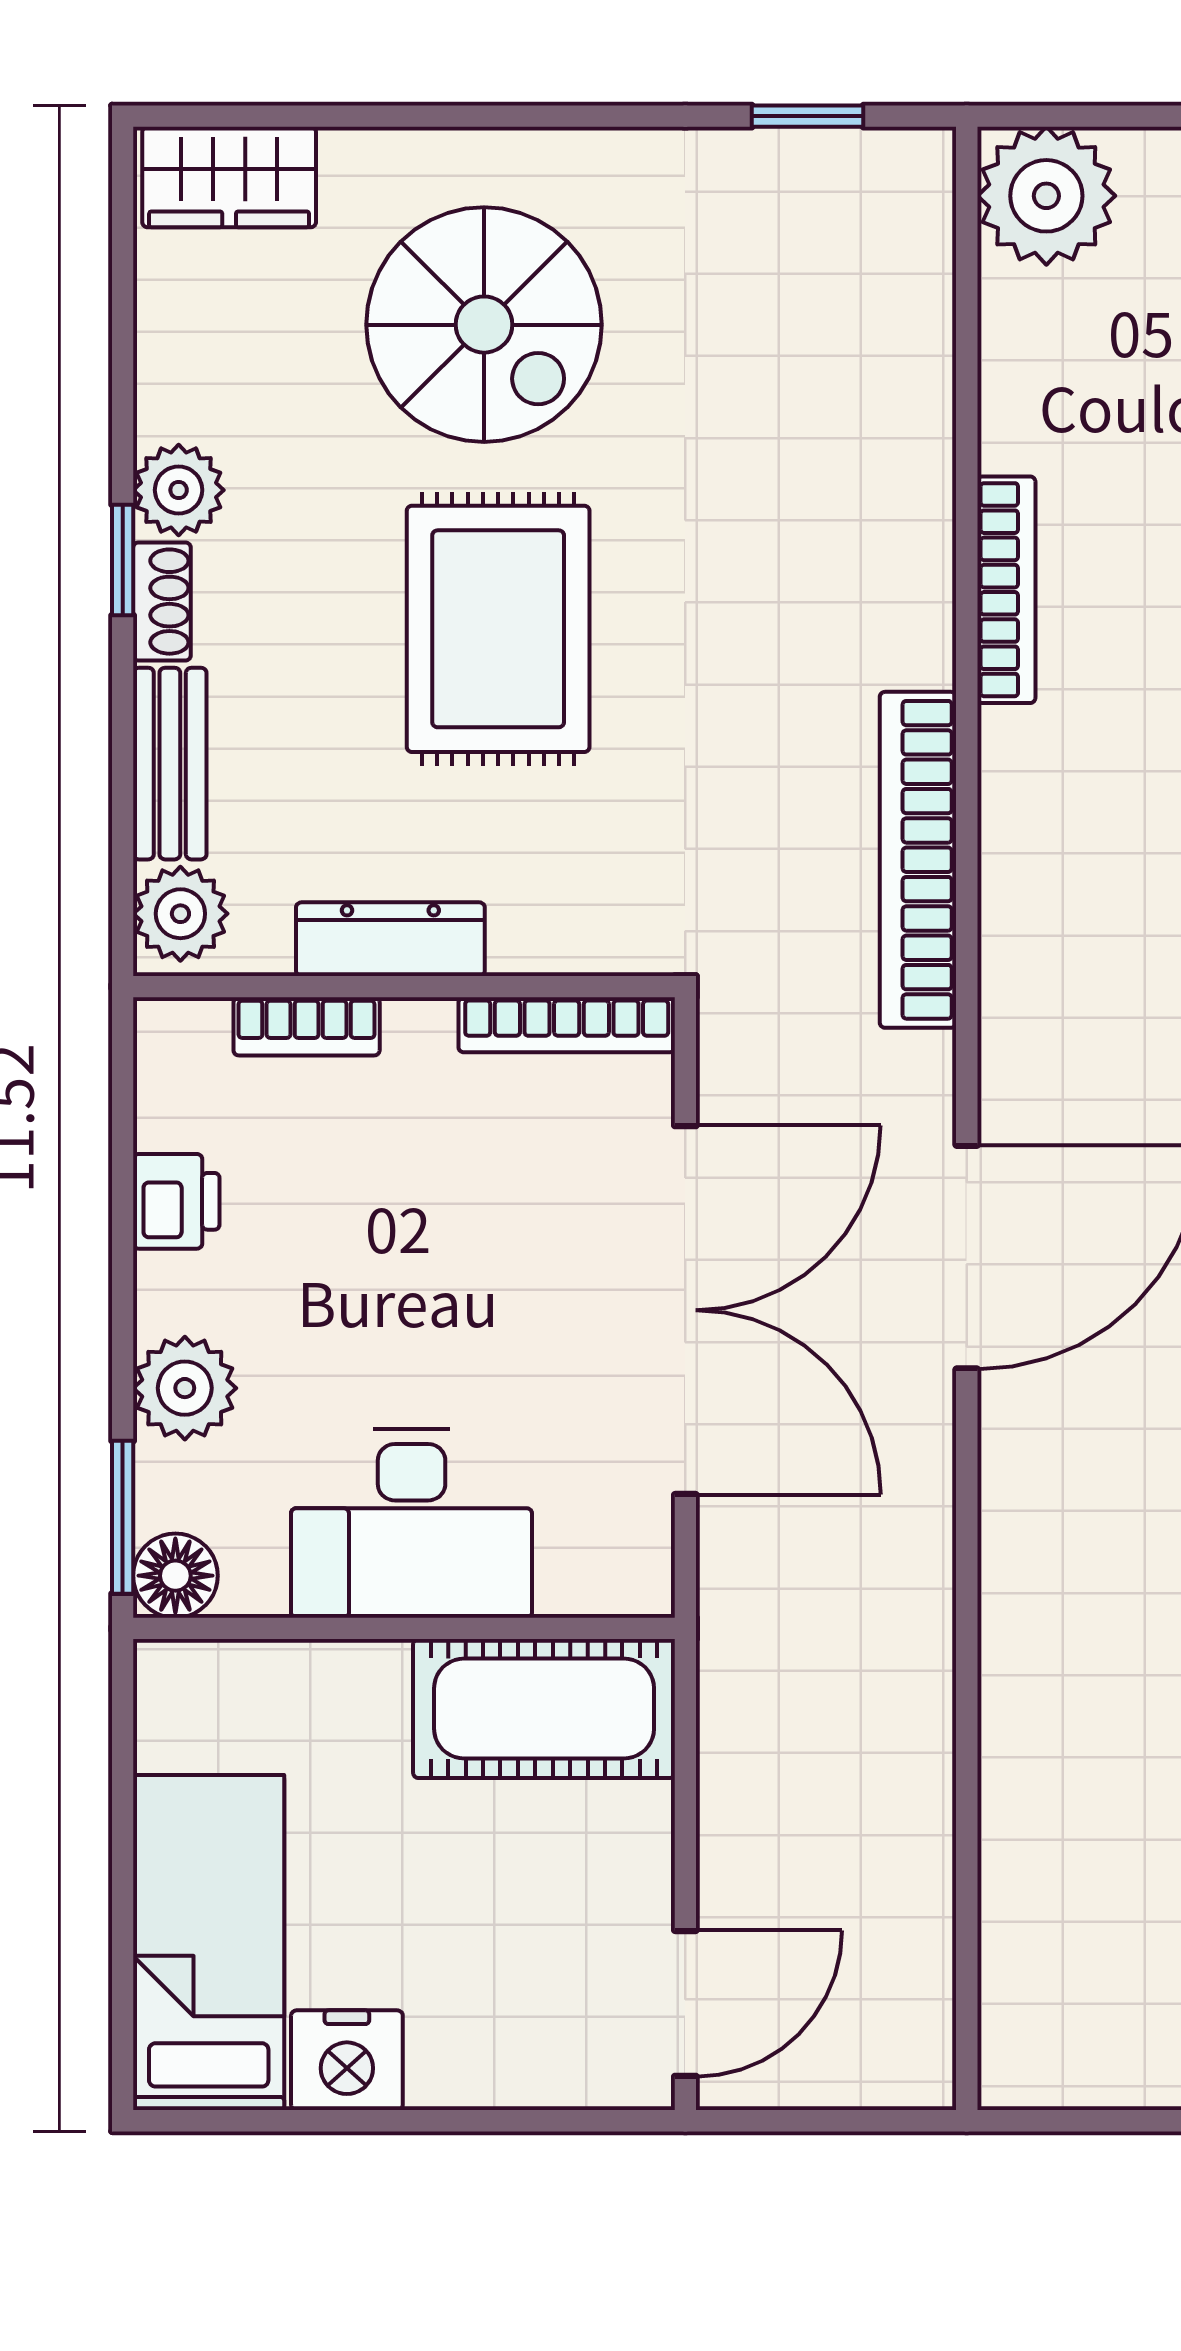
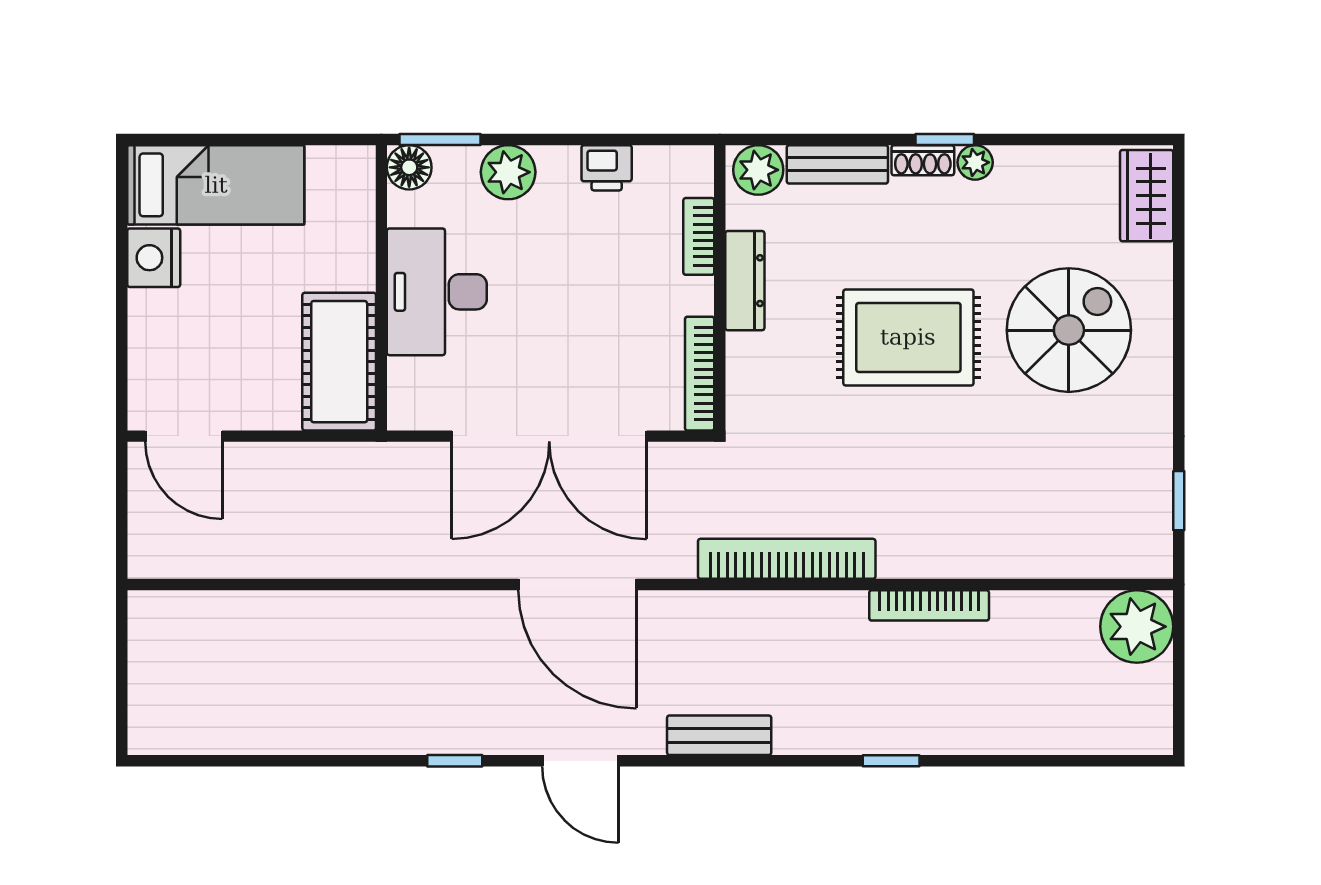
spiral stairs: (484, 325) -> (1069, 330), turned 180
plant: (179, 490) -> (975, 162), width x0.73, depth x0.73

